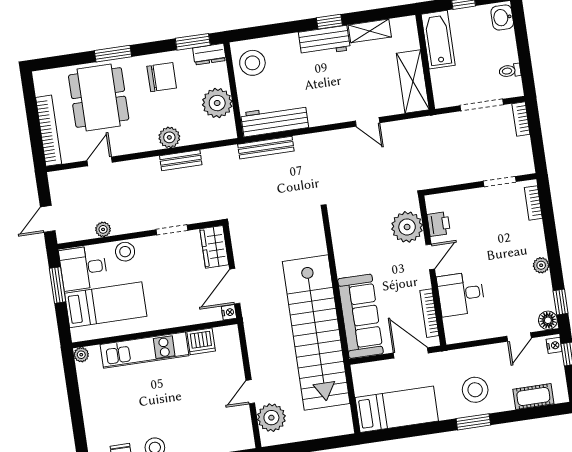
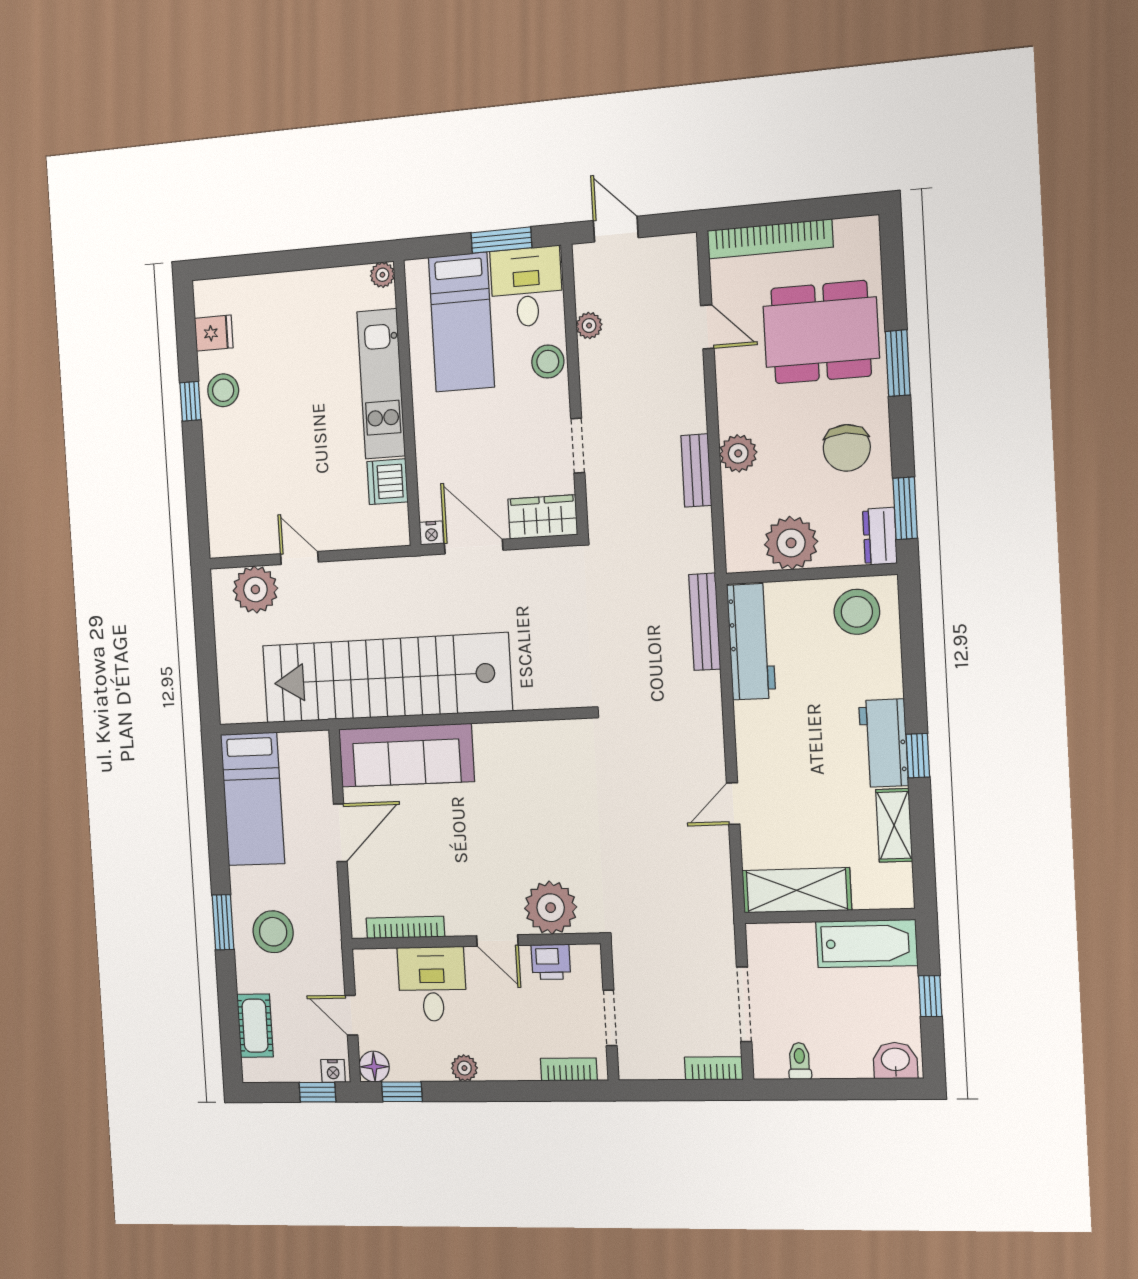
printer: (439, 224) -> (551, 962), moved
plant: (407, 227) -> (551, 908), moved
door: (430, 257) -> (497, 941), moved
wall: (432, 271) -> (474, 941), moved
desk: (461, 294) -> (432, 984), moved
bookcase: (429, 313) -> (405, 927), moved

